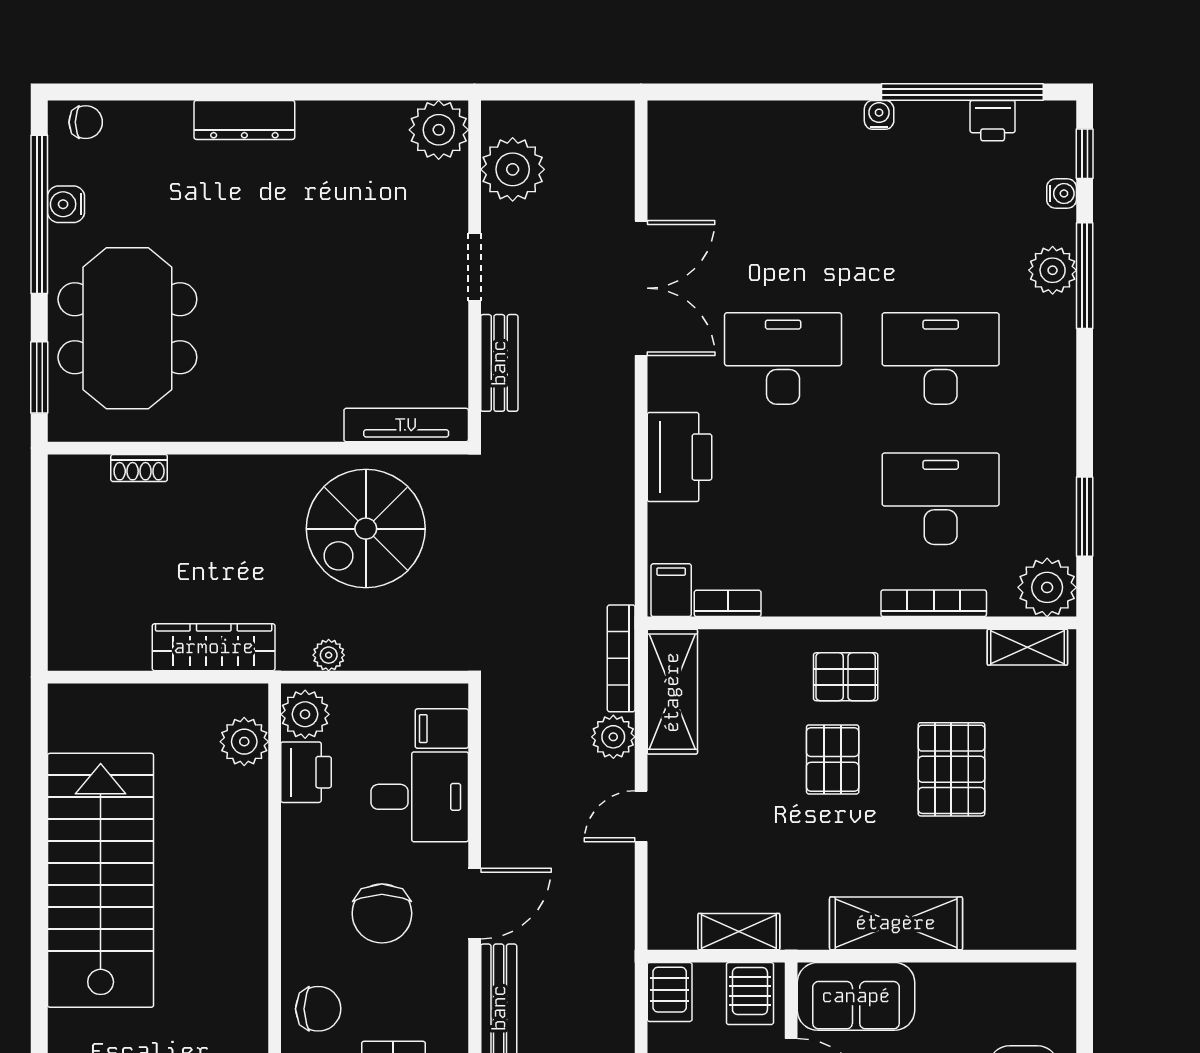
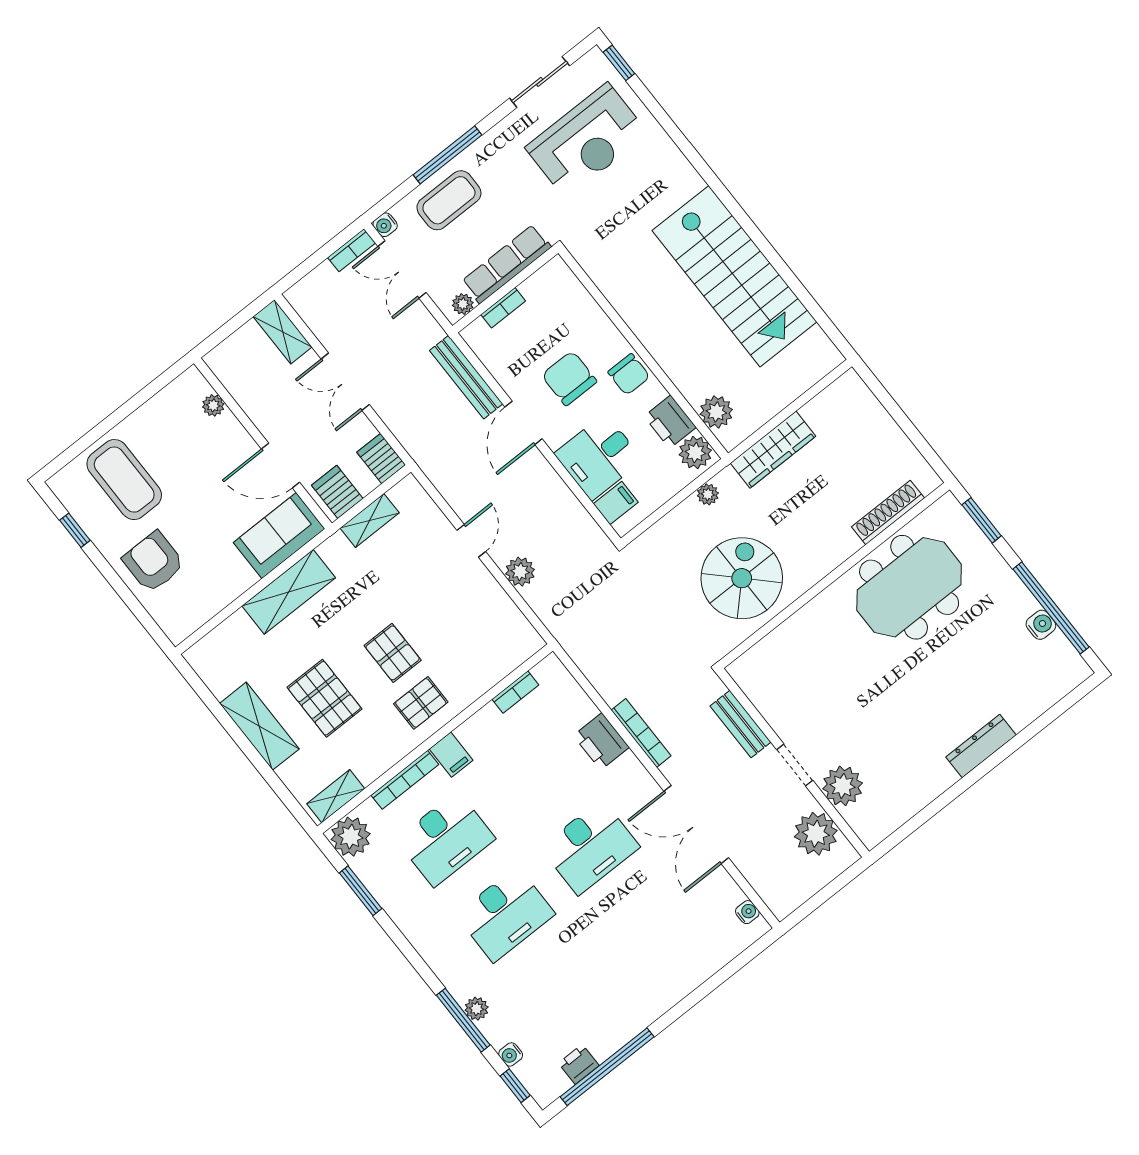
water cooler: (879, 115) -> (747, 912), moved, turned -90
chair: (86, 122) -> (1065, 677), removed
plant: (439, 130) -> (843, 786), moved
plant: (1053, 270) -> (477, 1009), width x0.73, depth x0.73
meeting table: (127, 328) -> (909, 587), moved, turned 90
tv unit: (406, 425) -> (764, 651), removed
printer: (679, 457) -> (601, 741), width x0.73, depth x0.84
shoe rack: (139, 468) -> (888, 512), width x1.94, depth x1.24
filing cabinet: (671, 590) -> (451, 755), moved
bookcase: (621, 658) -> (641, 733), moved
shelving: (672, 692) -> (259, 726), moved
chair: (318, 1009) -> (629, 374), moved, turned -90

